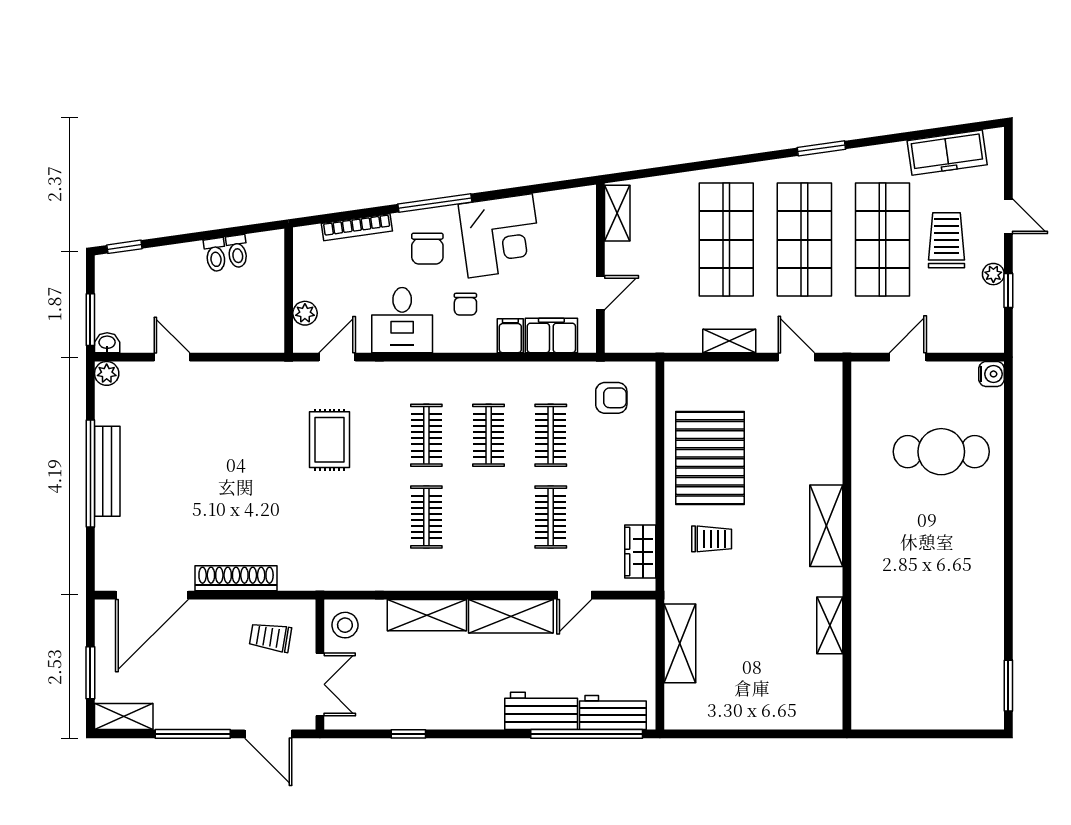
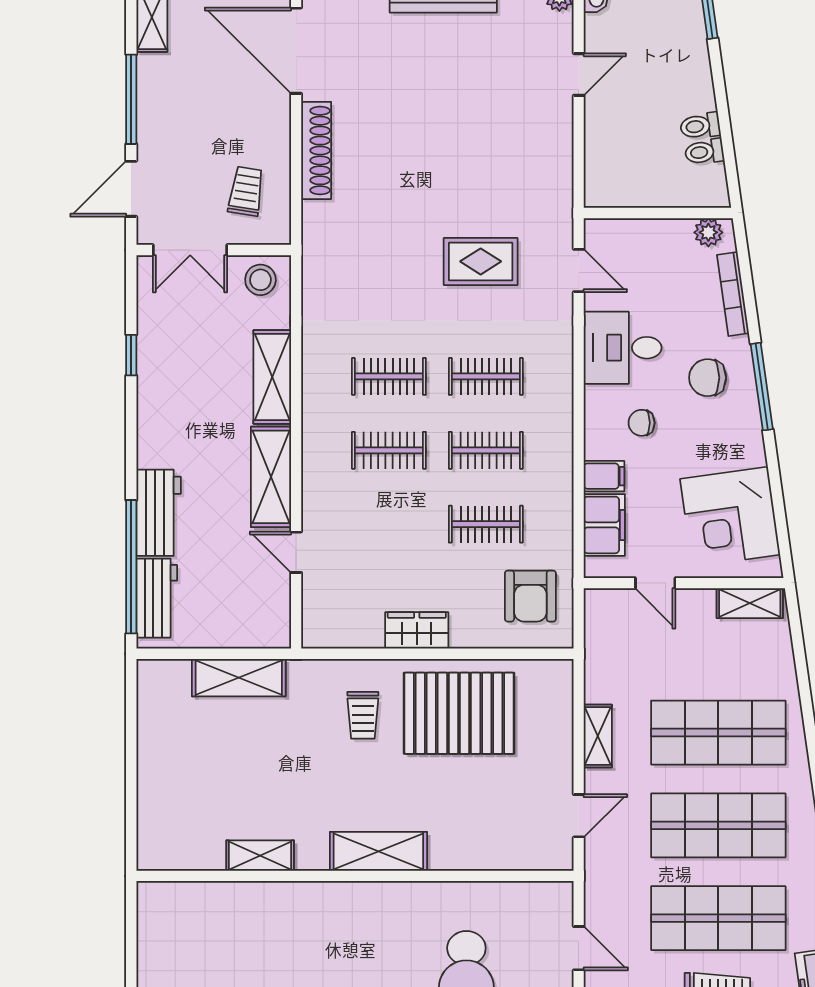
corner desk: (500, 236) -> (730, 517), moved
plant: (305, 313) -> (708, 232), moved
armchair: (611, 398) -> (530, 596), width x1.38, depth x1.38
clothes rail: (551, 517) -> (389, 450), moved
wardrobe: (640, 552) -> (417, 630), moved

